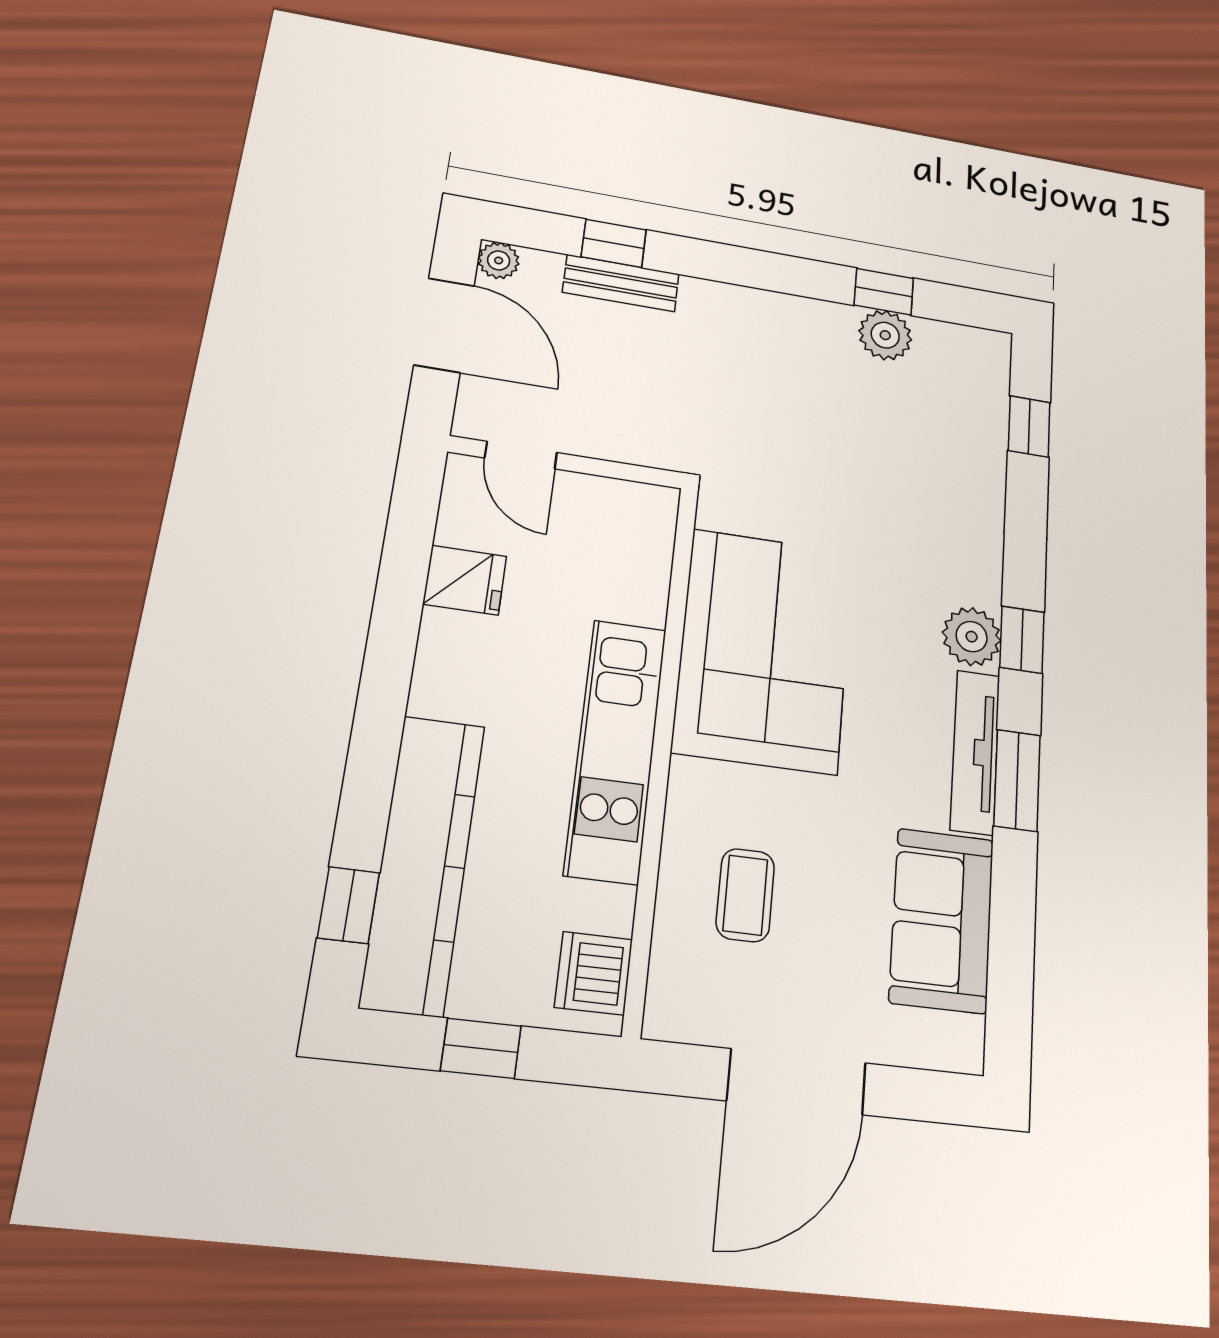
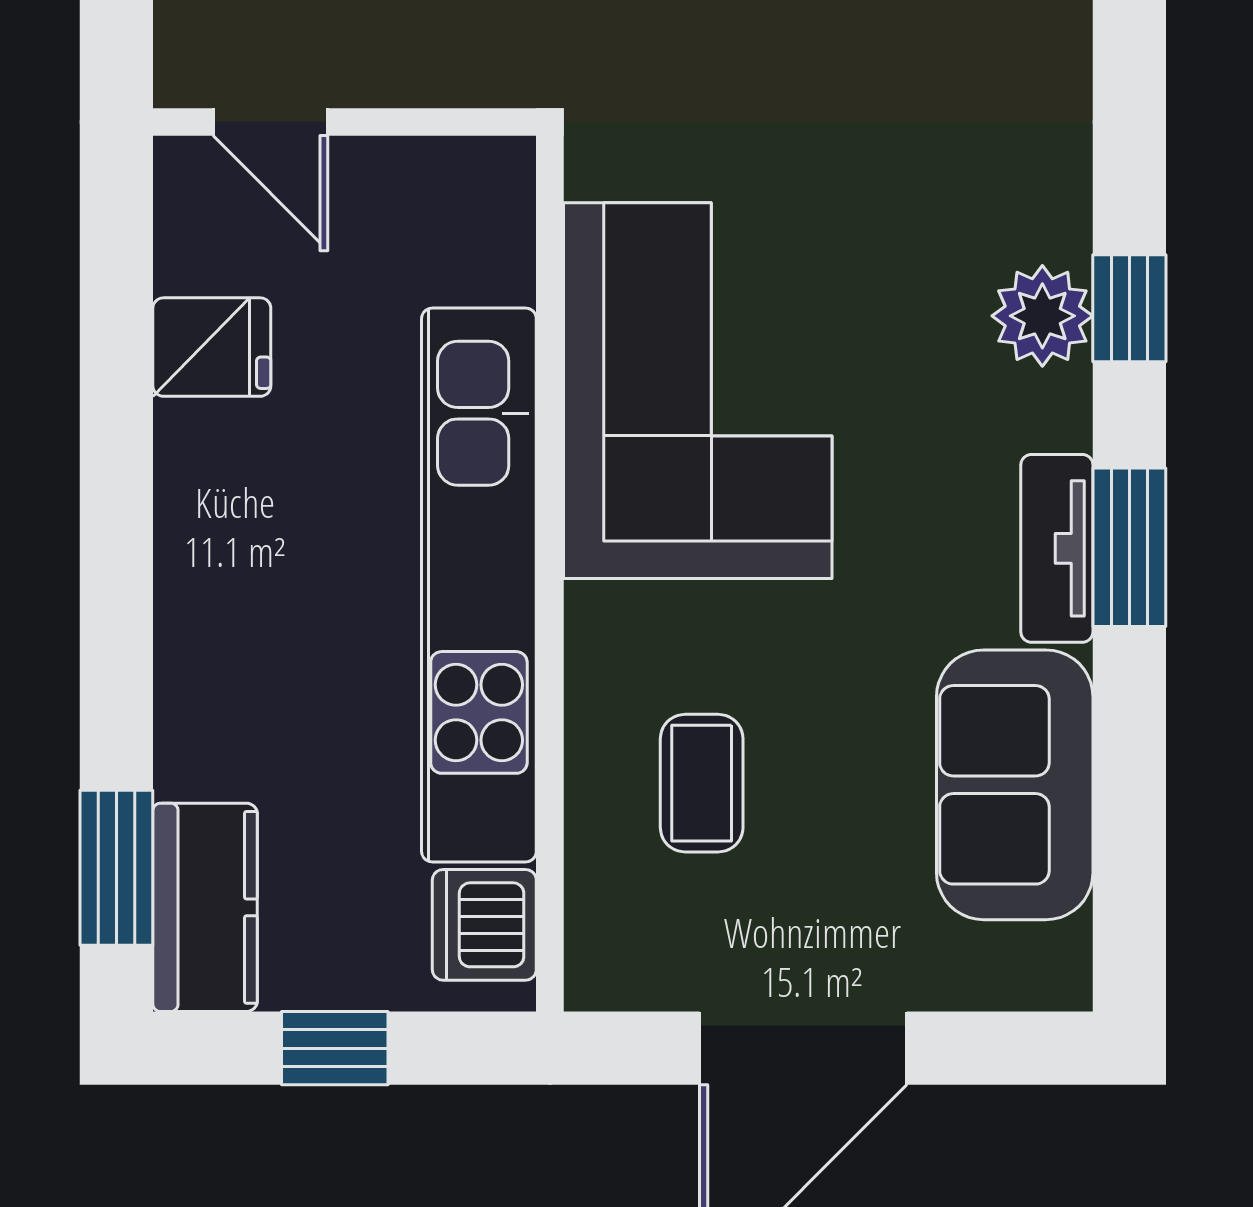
kitchen unit: (616, 750) -> (479, 585), width x1.36
tv unit: (975, 752) -> (1057, 548), width x0.71
kitchen counter: (423, 863) -> (205, 907), width x0.48, depth x0.86
window: (349, 905) -> (116, 868), width x1.50

